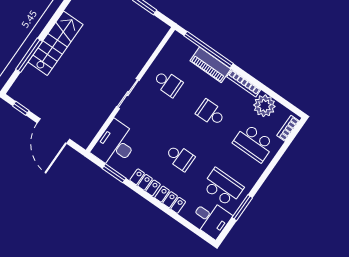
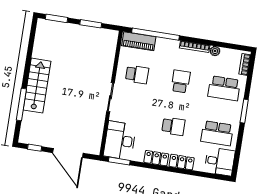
piano: (210, 65) -> (139, 41), moved
plant: (264, 106) -> (215, 51), width x0.53, depth x0.53
school desk: (211, 113) -> (181, 81), turned 90
window: (114, 173) -> (119, 161), moved
school desk: (223, 187) -> (217, 133), turned 180
window: (242, 208) -> (244, 111), moved

